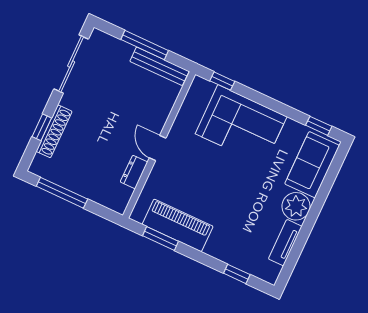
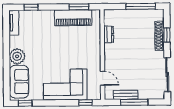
bench: (159, 66) -> (126, 95), width x0.73
door: (158, 148) -> (103, 78), moved
tv unit: (285, 243) -> (14, 23), moved

